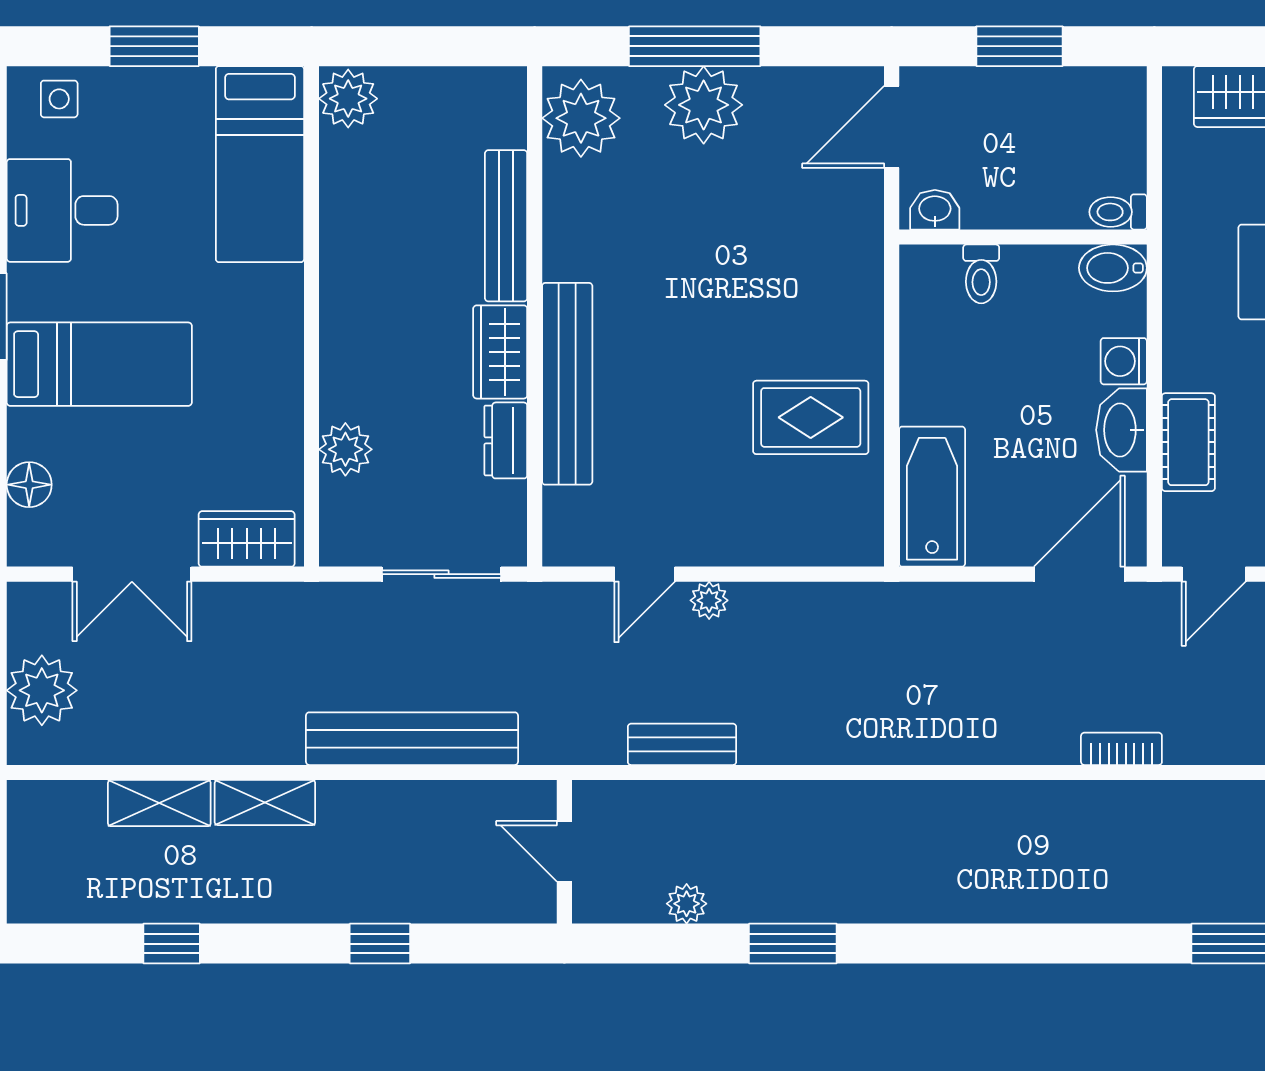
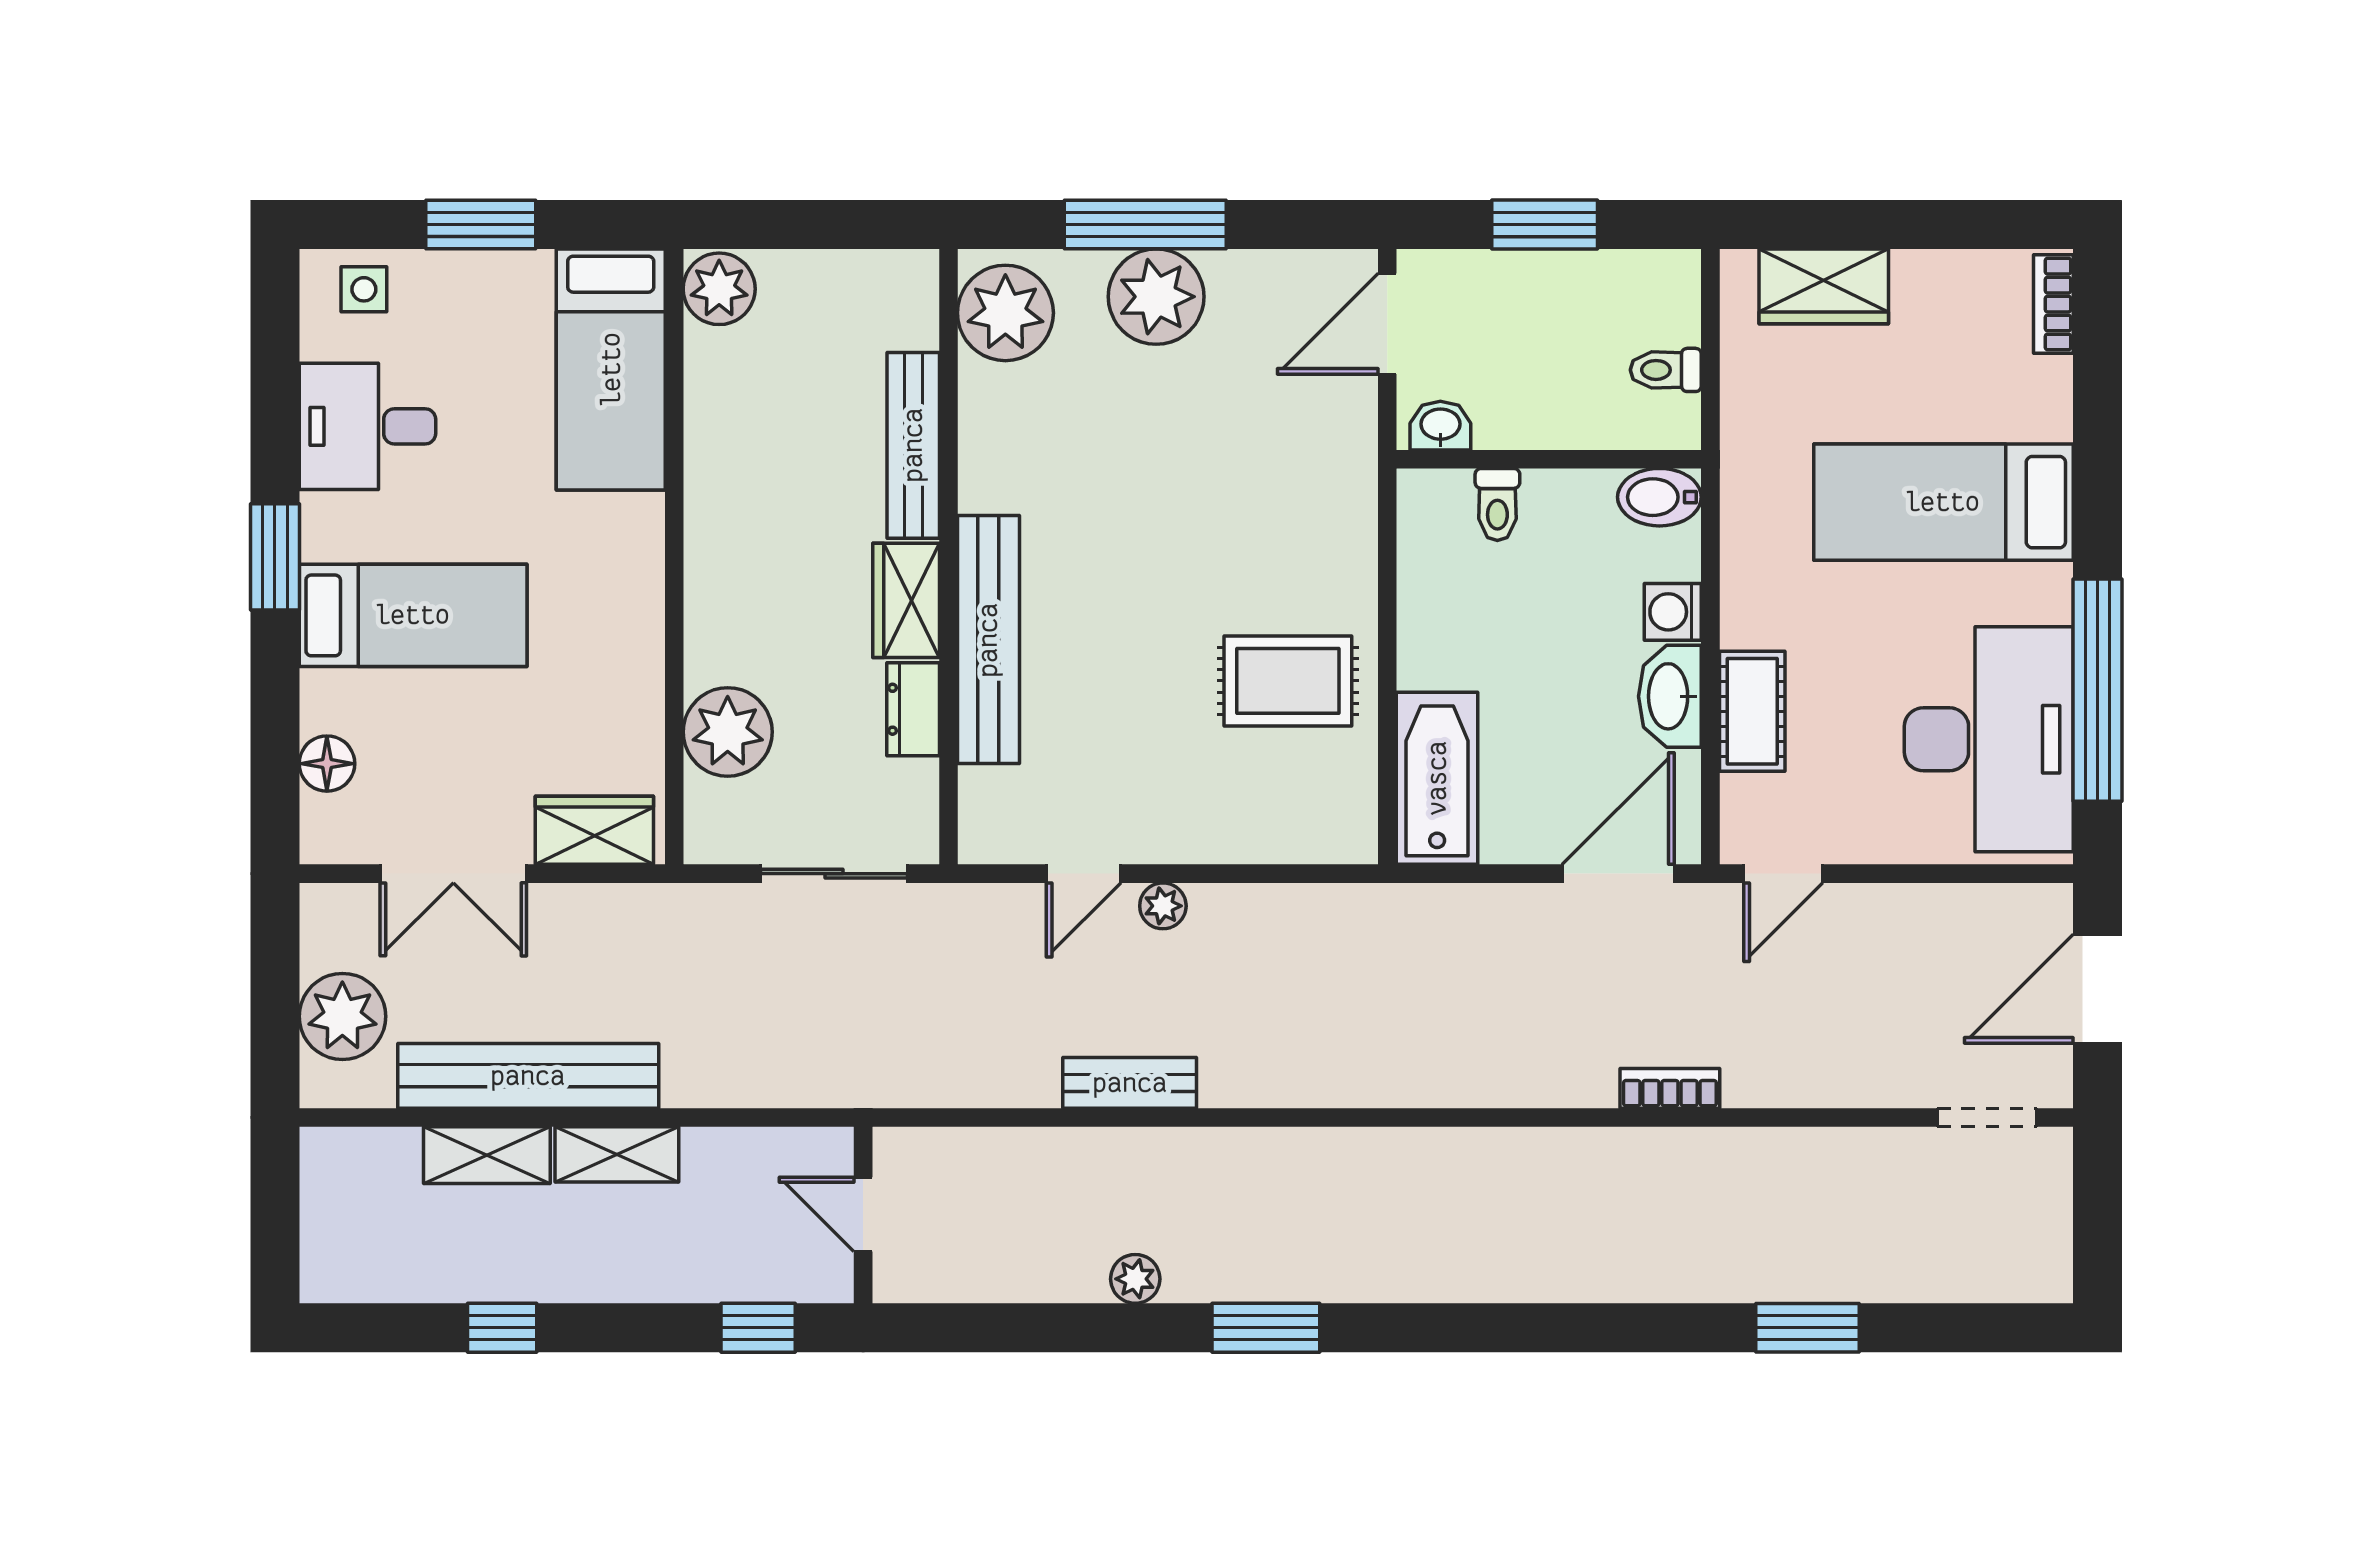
toilet: (1118, 212) -> (1666, 370), moved
plant: (345, 449) -> (728, 732), width x1.36, depth x1.36
bench: (412, 739) -> (528, 1076), moved
door: (564, 851) -> (863, 1214), moved
wall: (564, 852) -> (863, 1215), moved

